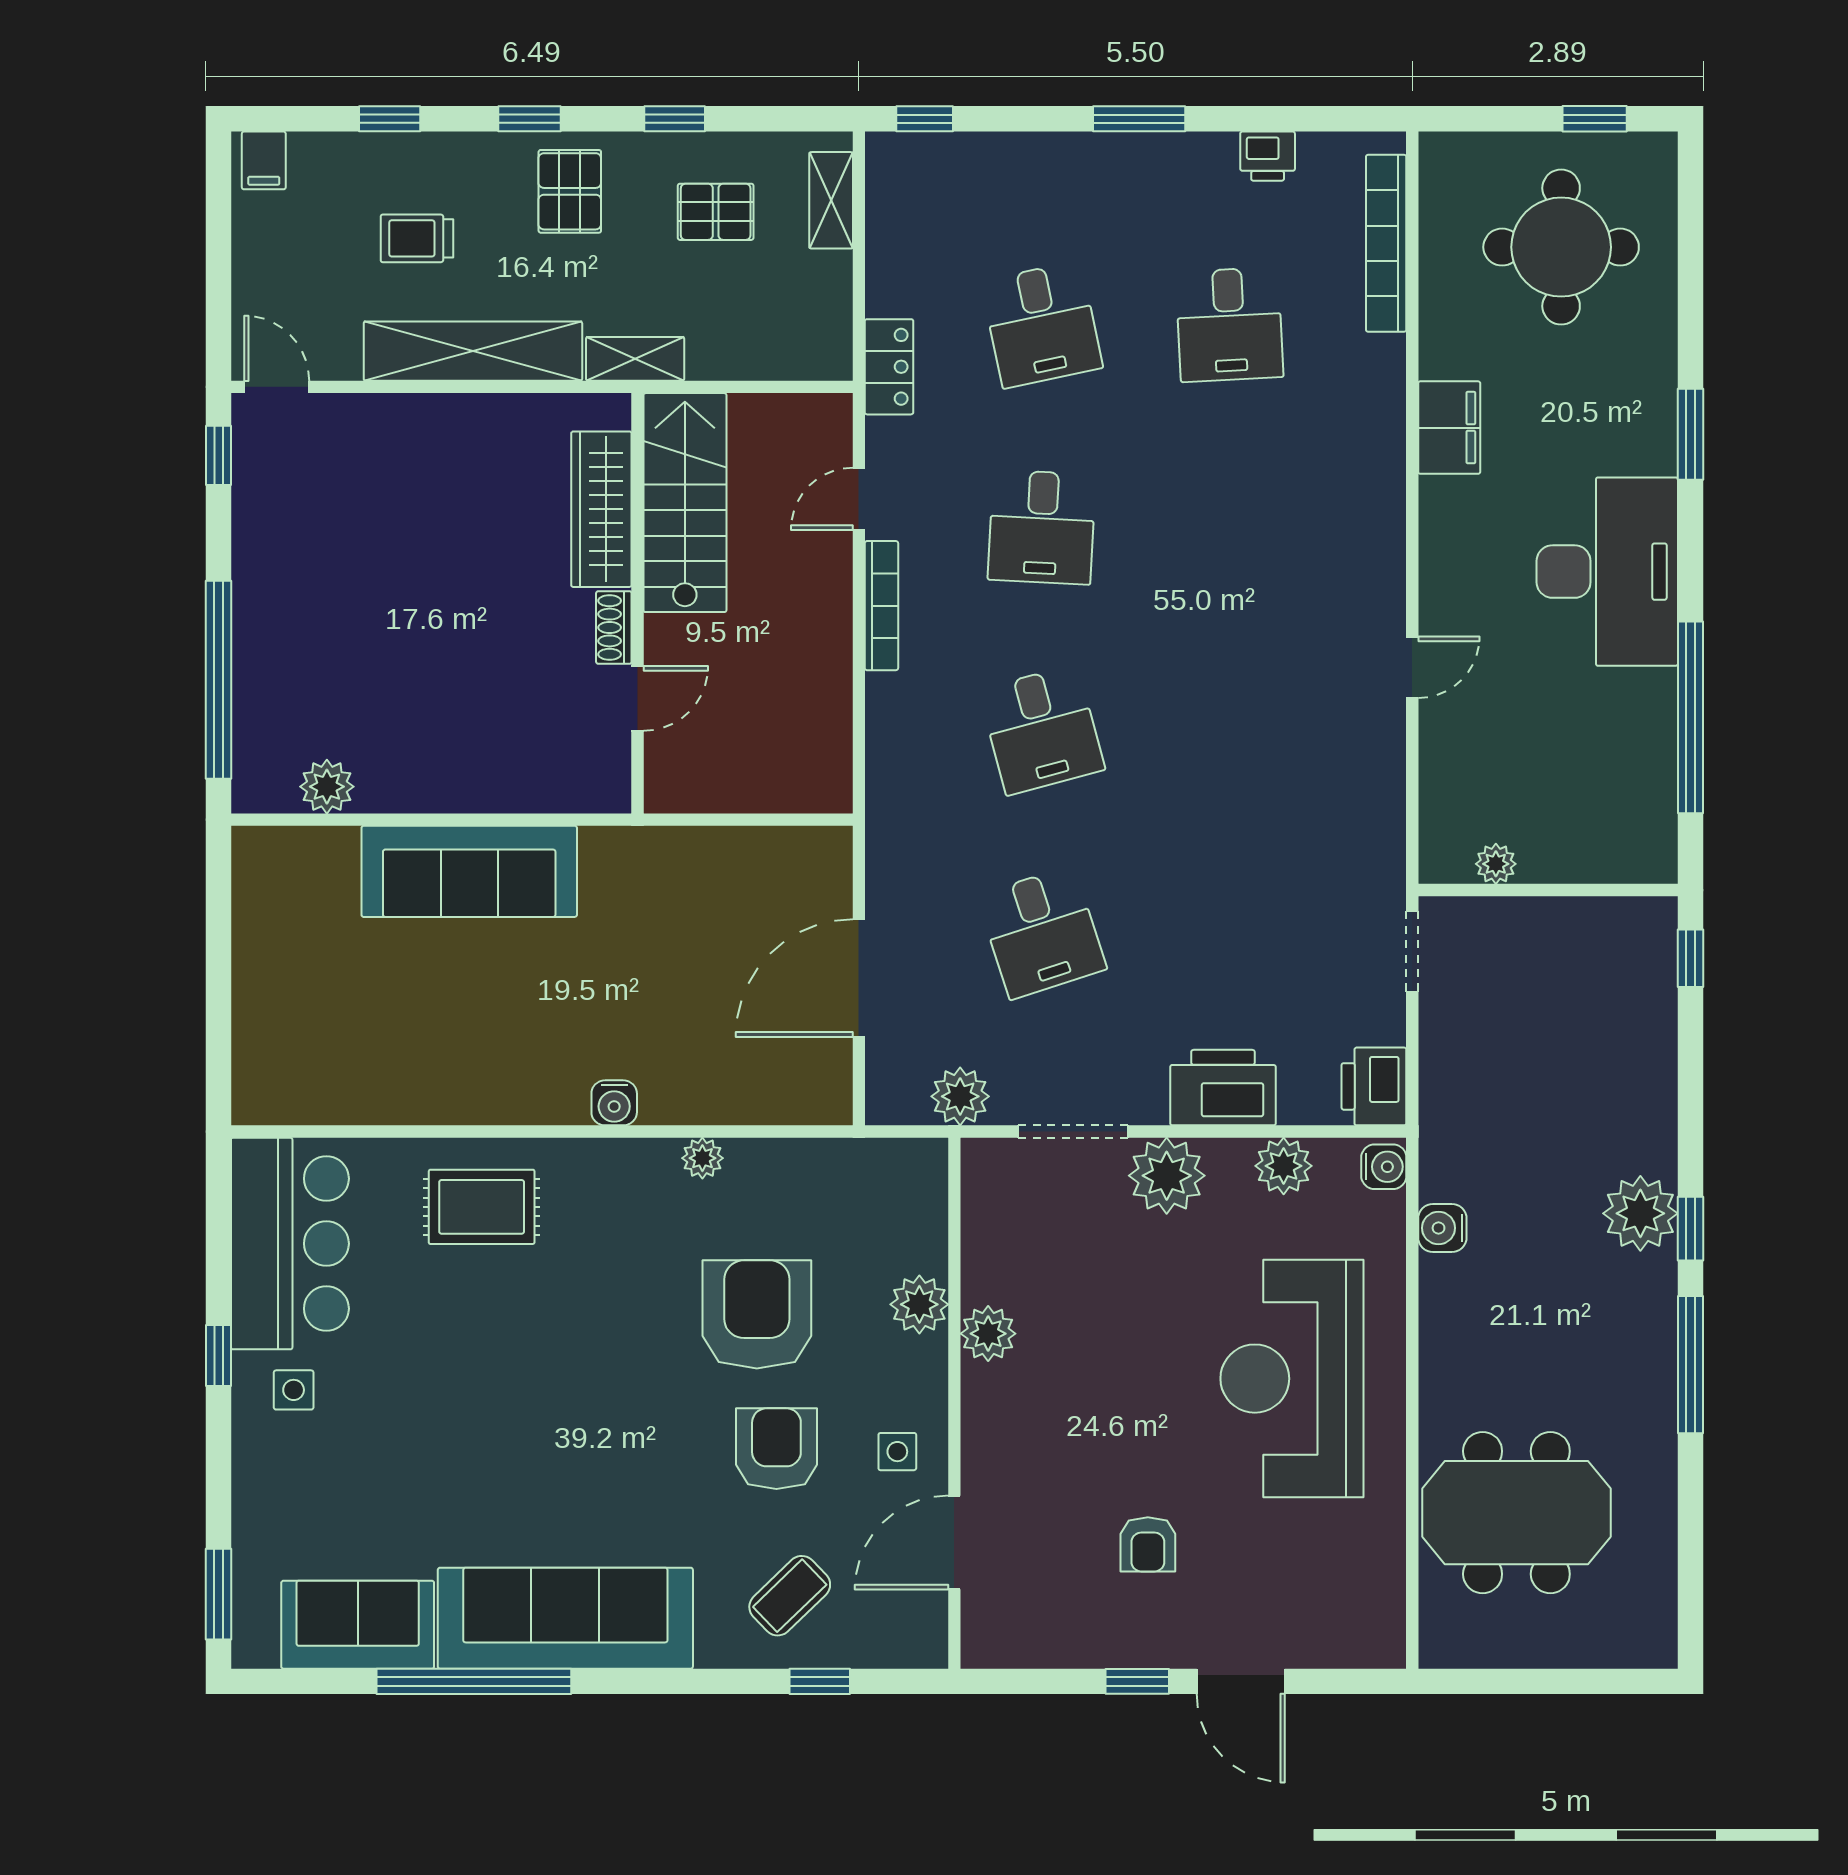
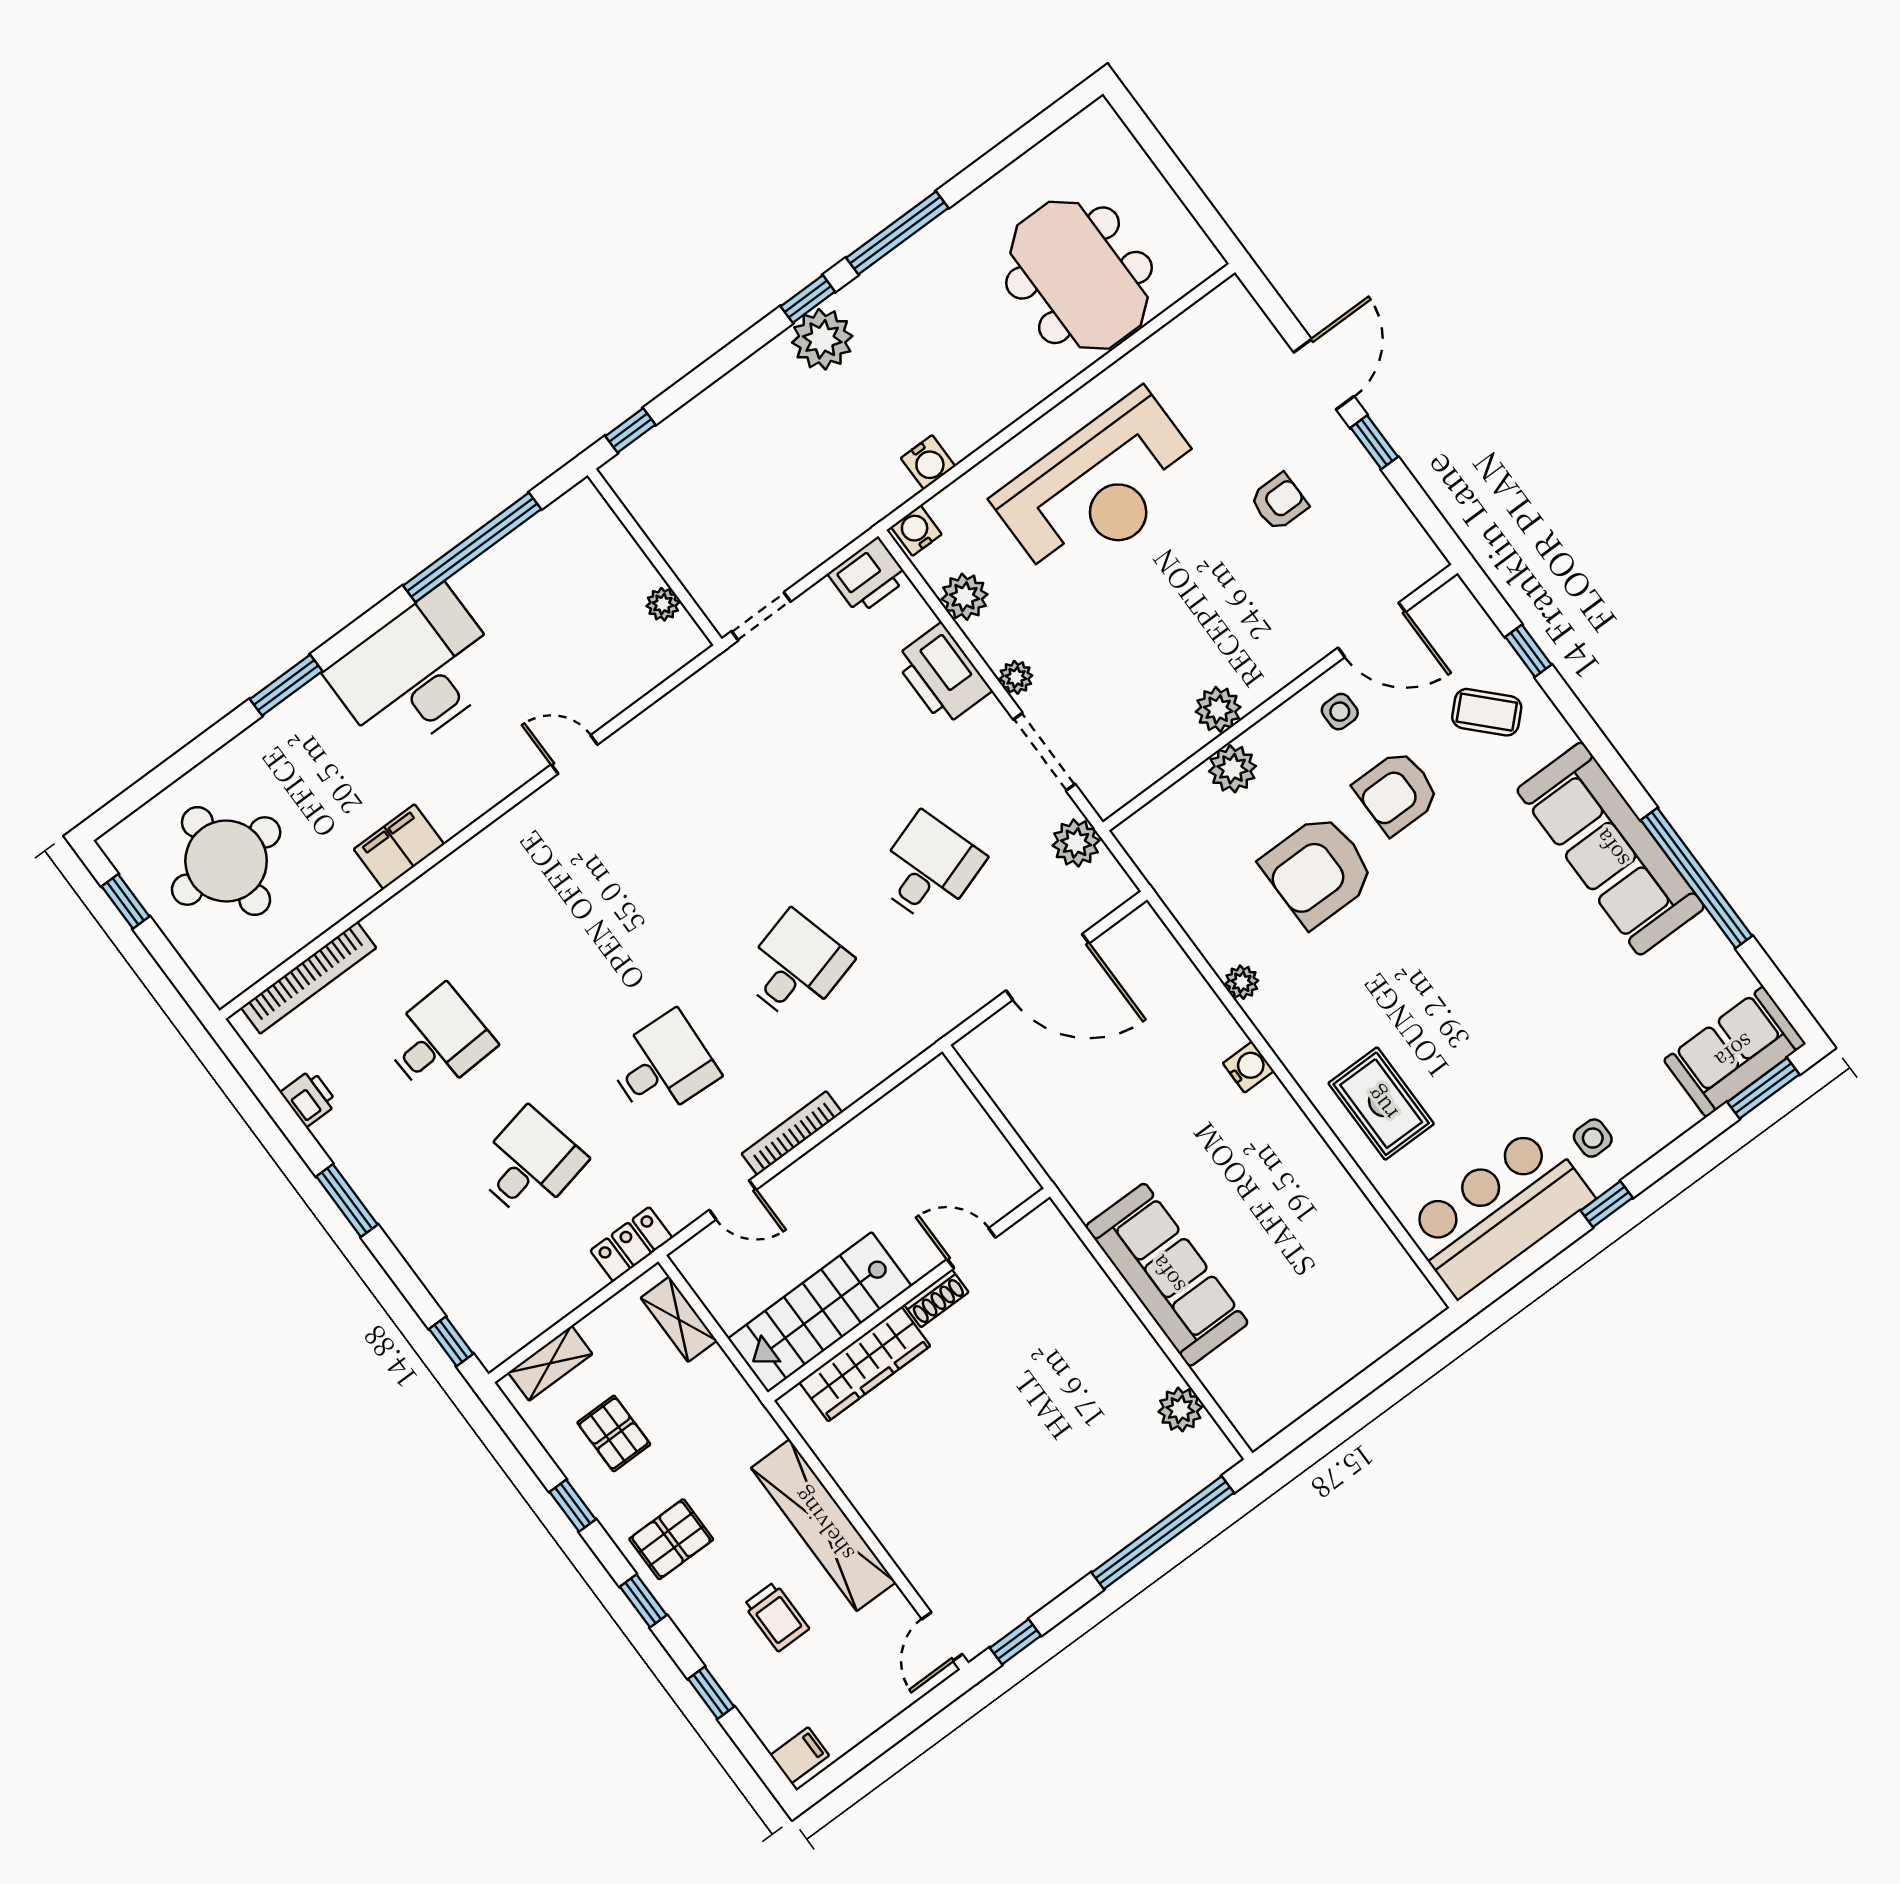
shelving: (635, 359) -> (679, 1319), moved
plant: (1167, 1176) -> (1016, 677), width x0.53, depth x0.53
sofa: (358, 1625) -> (1735, 1052), moved, turned 90

